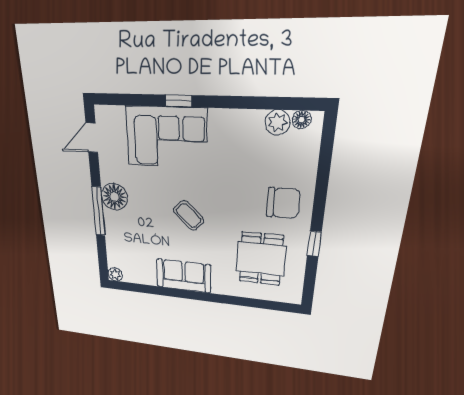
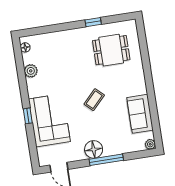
plant: (277, 122) -> (31, 71), moved
chair: (283, 203) -> (73, 46), removed
sofa: (184, 276) -> (140, 114), moved

